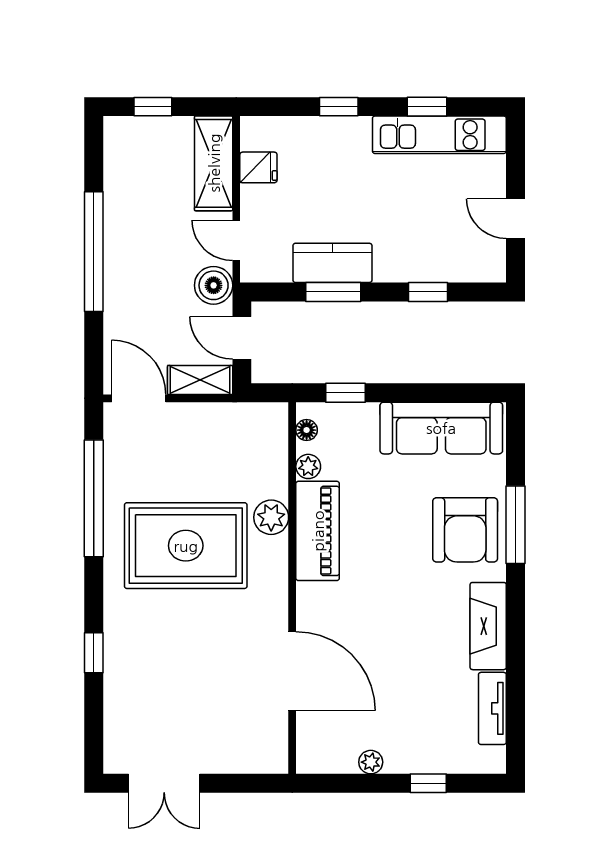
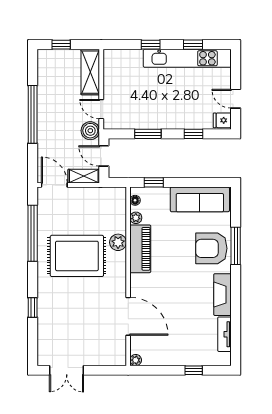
kitchen unit: (439, 135) -> (187, 58), width x1.36
fridge: (258, 167) -> (222, 120), moved, turned 180
kitchen counter: (332, 263) -> (148, 120), removed
armchair: (465, 530) -> (211, 248), turned 90
plant: (371, 762) -> (136, 360), moved

